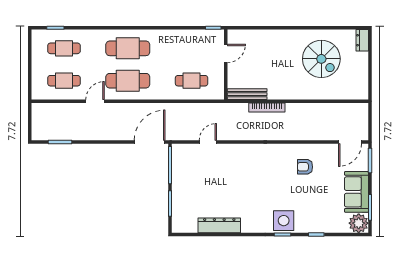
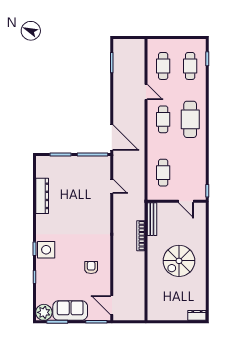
spiral stairs: (321, 59) -> (179, 261), moved
cafe table: (128, 81) -> (163, 119), width x0.73, depth x0.74

